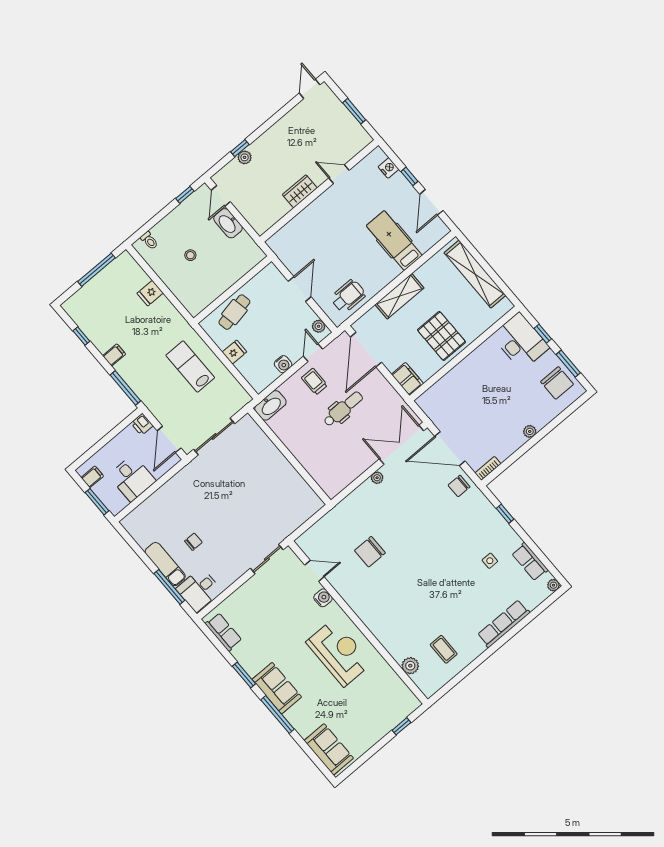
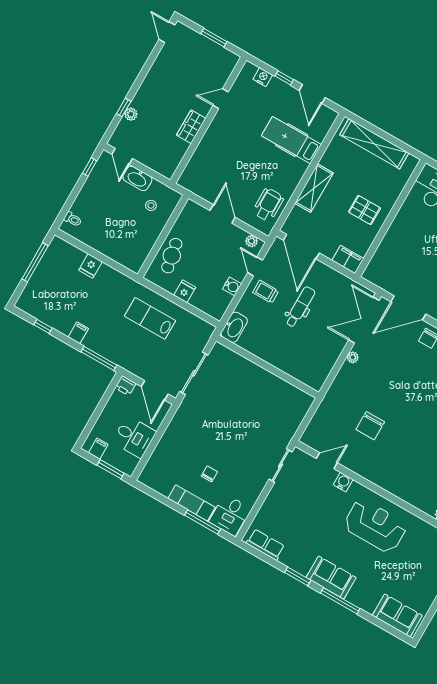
stool: (190, 255) -> (151, 205), moved
pallet: (442, 336) -> (364, 210), width x0.67, depth x0.71

